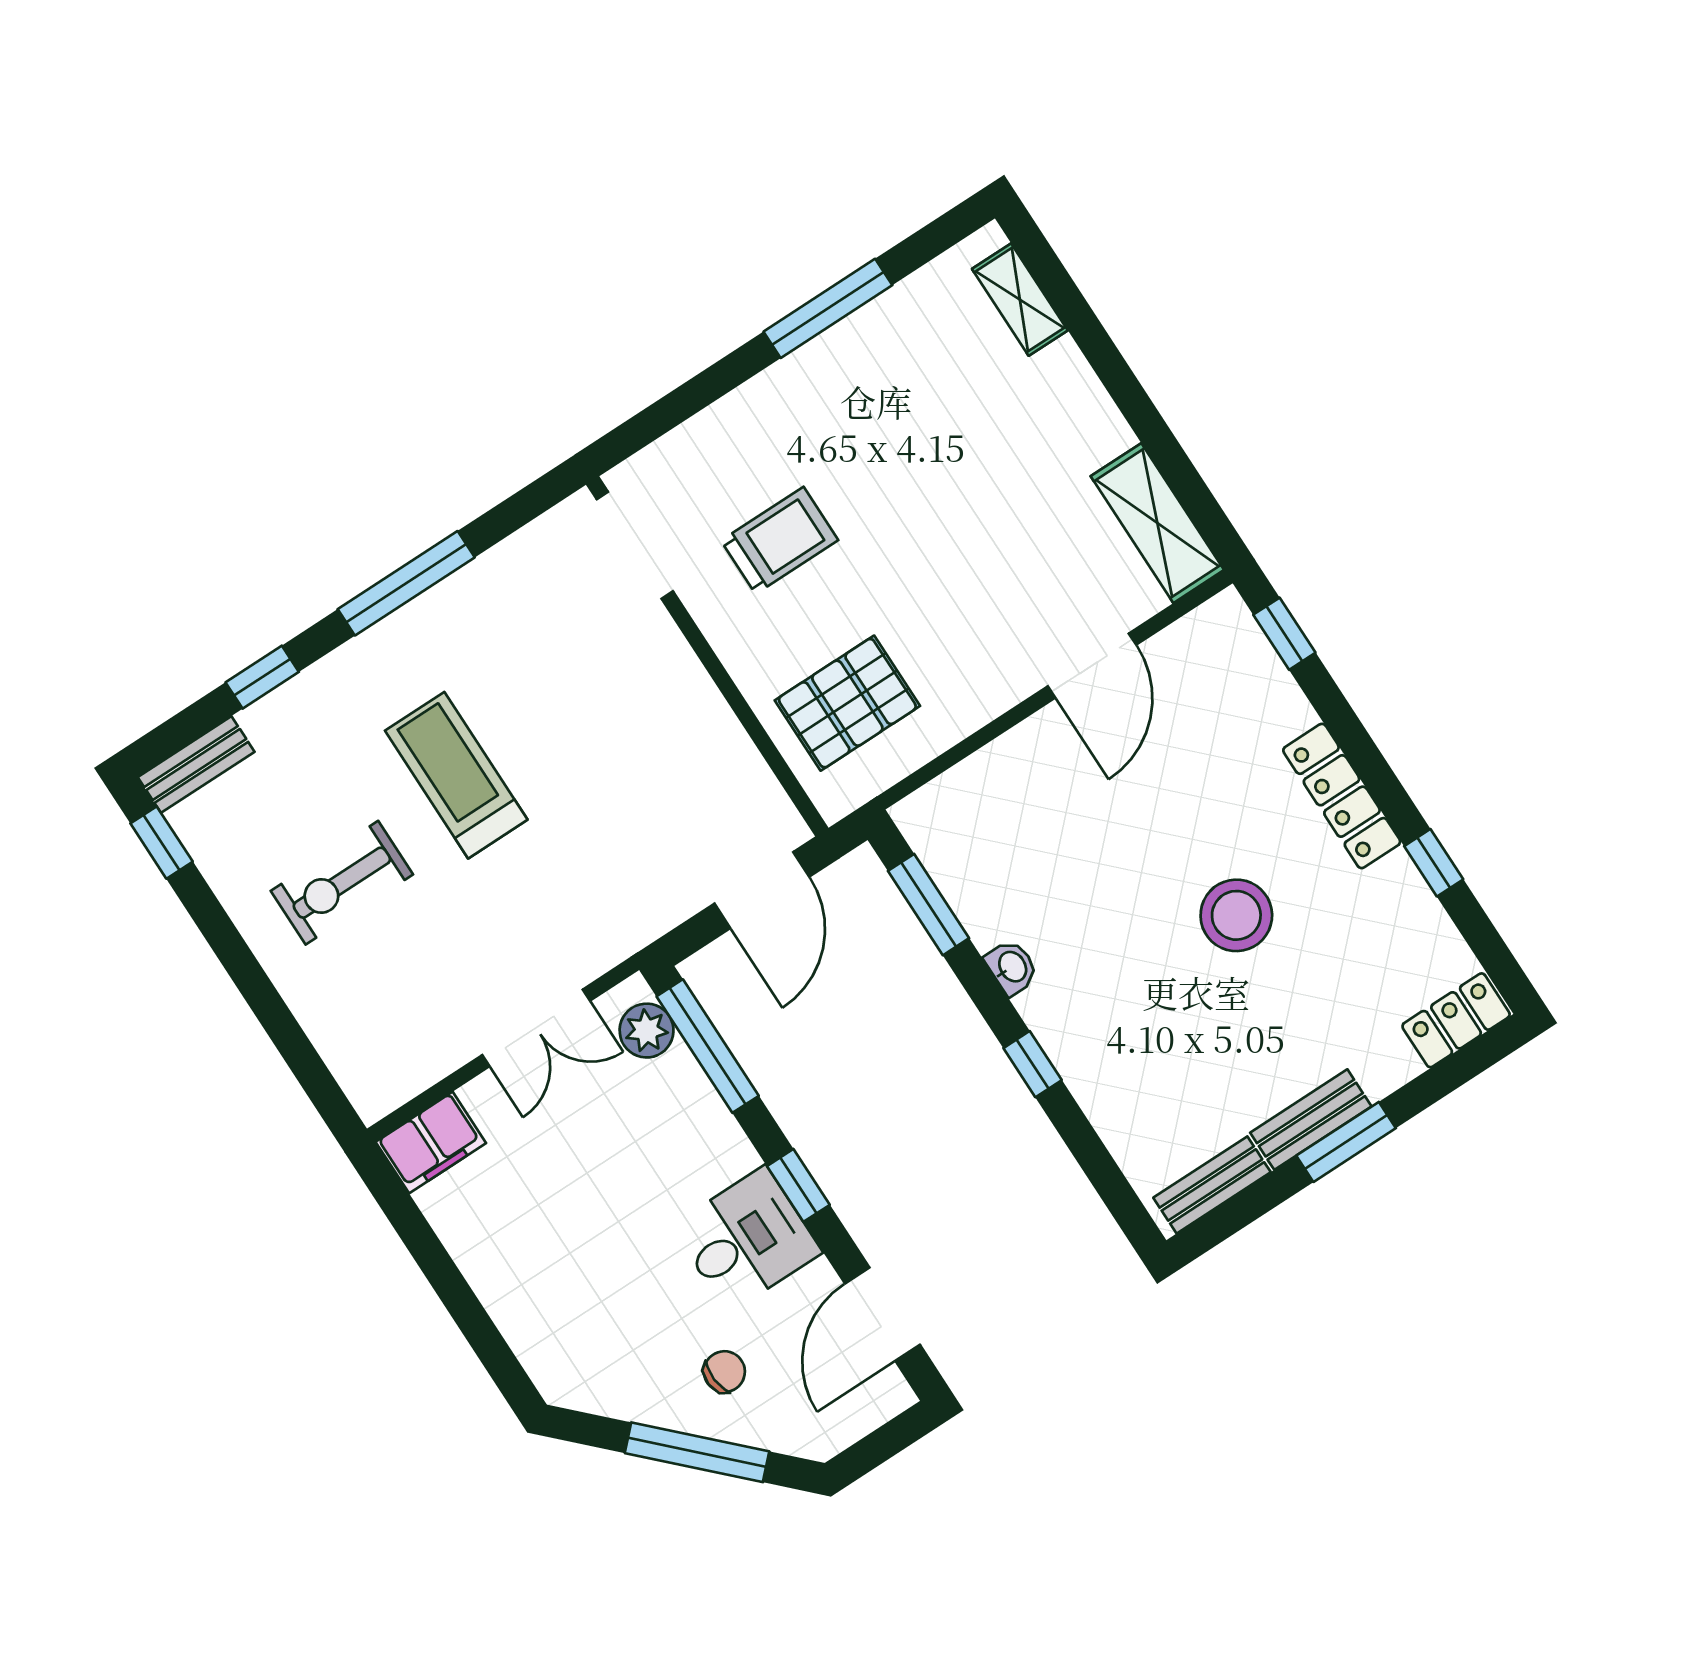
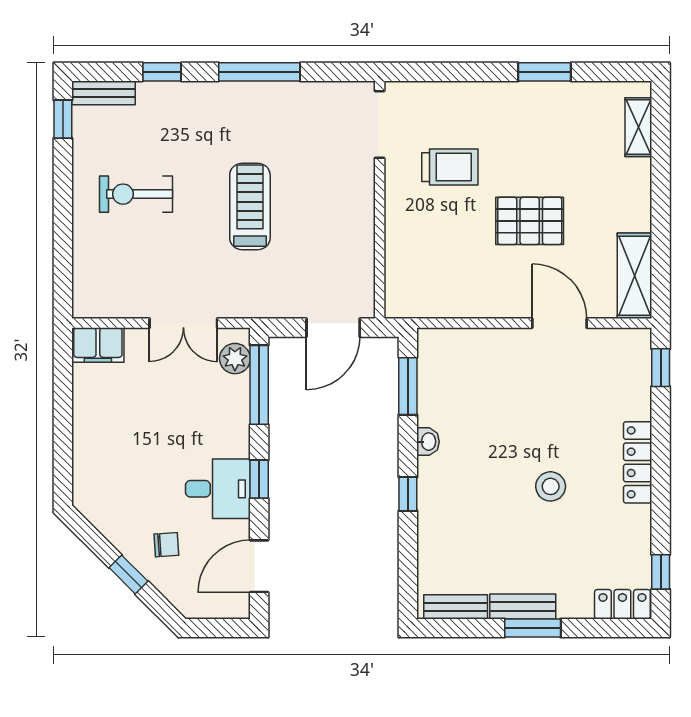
window: (828, 308) -> (545, 72), width x0.69
door: (1092, 666) -> (559, 323), swing flipped
pallet: (847, 703) -> (530, 221), moved
treadmill: (456, 775) -> (250, 206), moved
window: (1434, 863) -> (661, 572), moved
stool: (1236, 915) -> (551, 486), width x0.73, depth x0.73
window: (697, 1452) -> (128, 574), width x0.46

